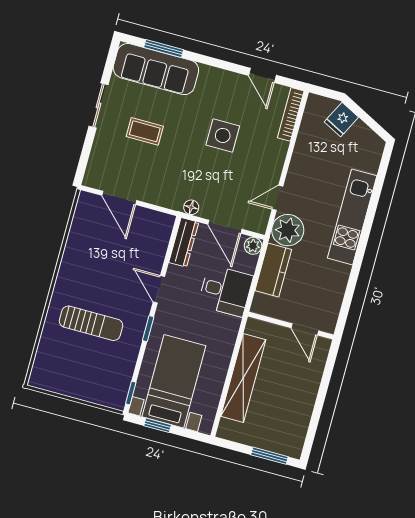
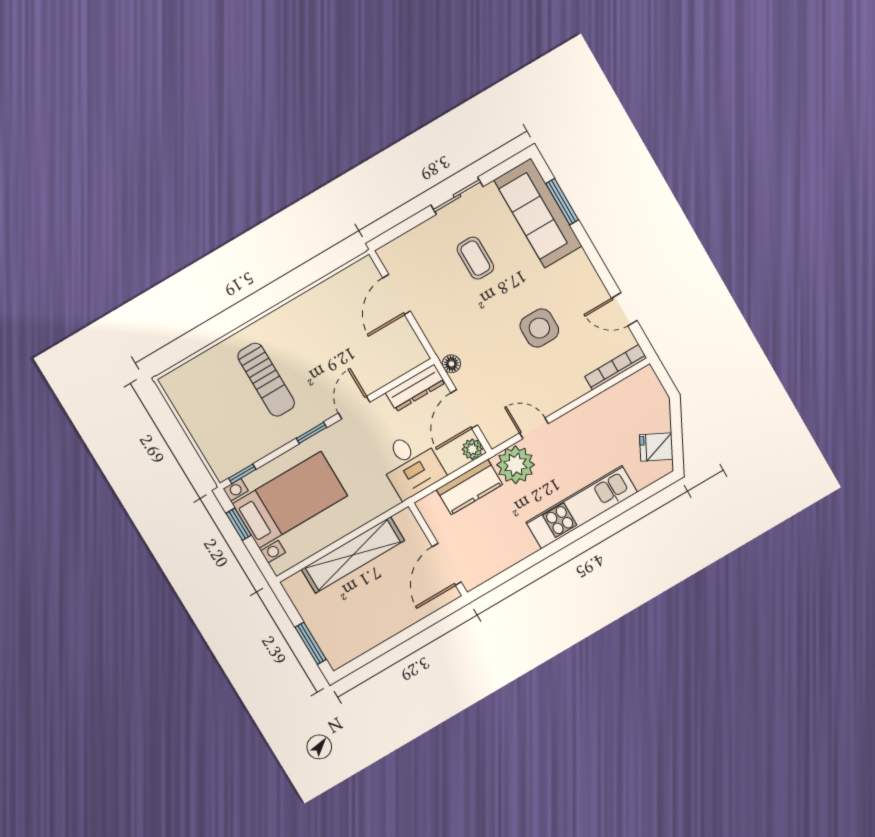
door: (262, 75) -> (624, 309), hinge flipped
fridge: (341, 120) -> (656, 447), moved
door: (305, 329) -> (447, 564), width x1.38

